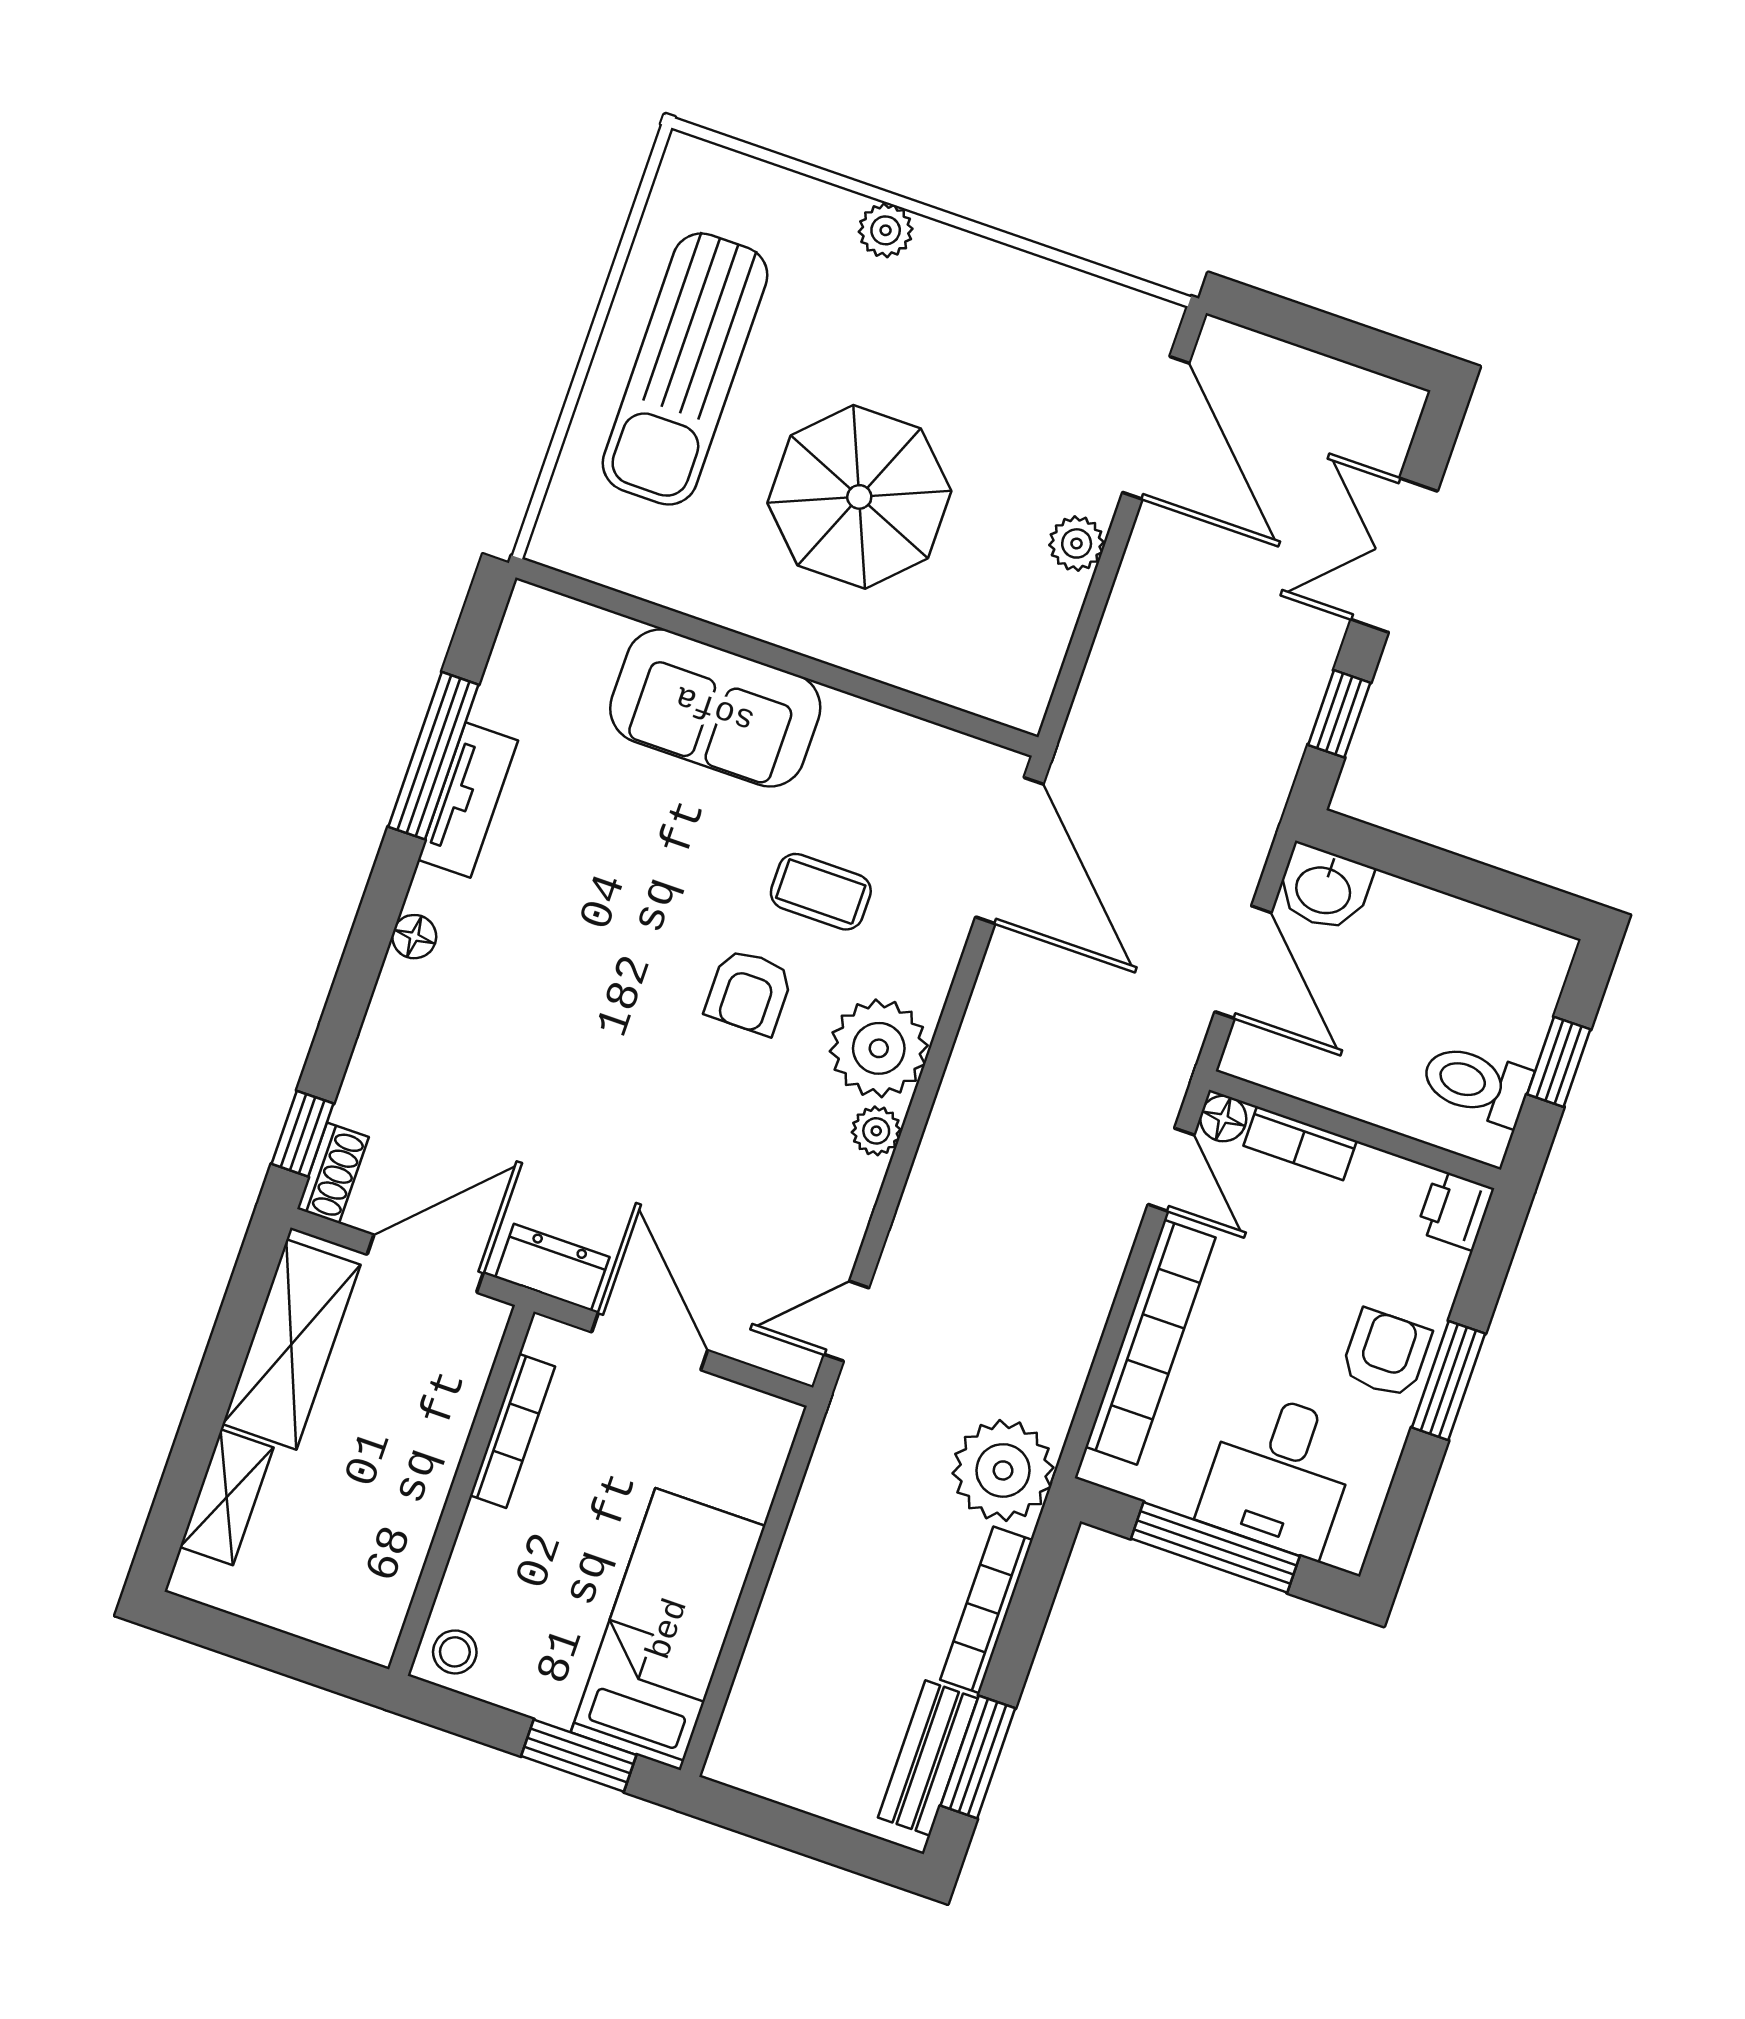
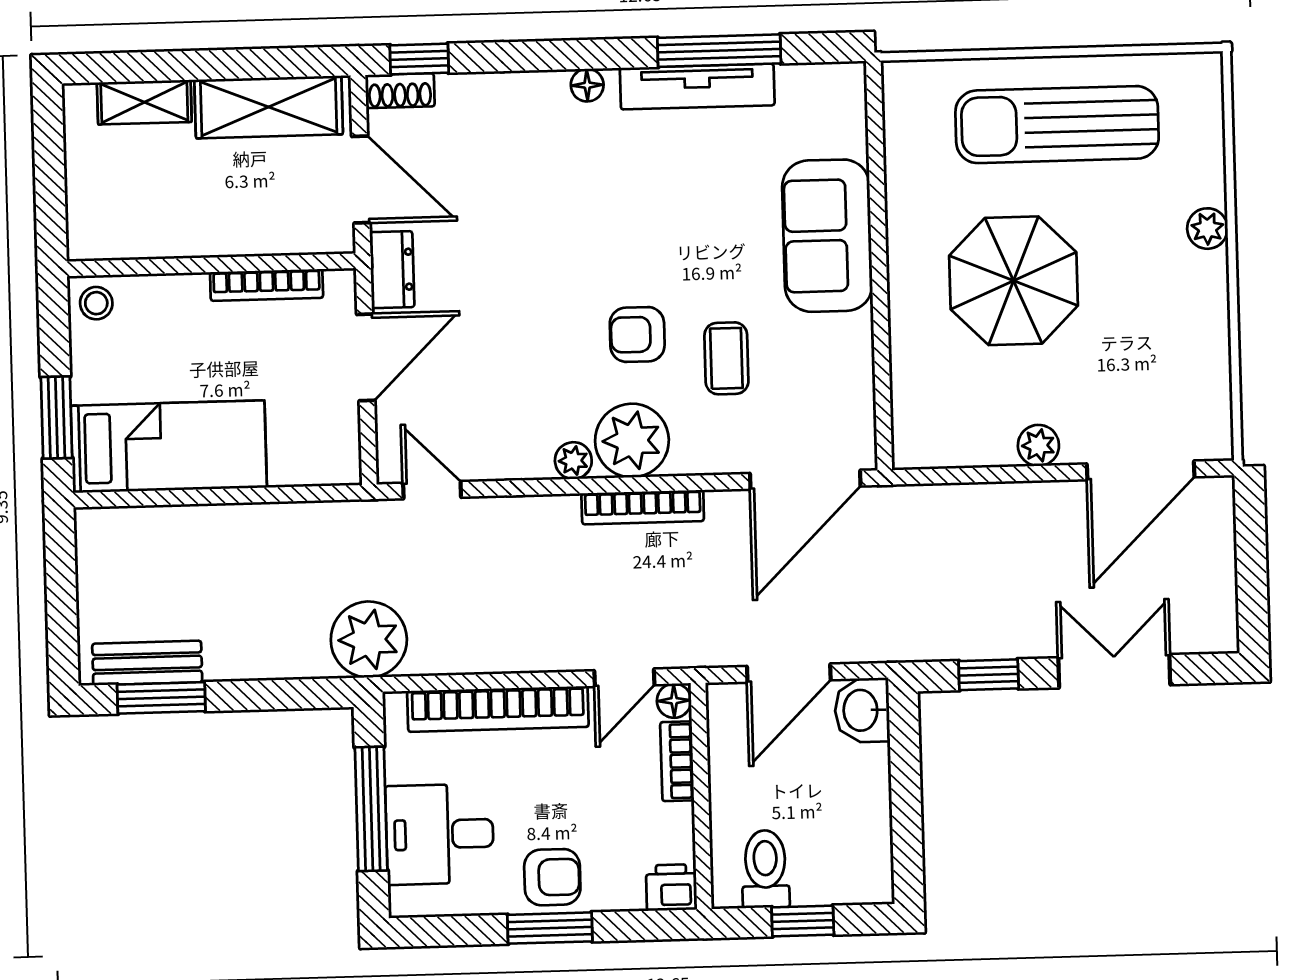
tv unit: (468, 800) -> (697, 87), width x1.41
bookcase: (986, 1610) -> (643, 507), moved, turned 180

